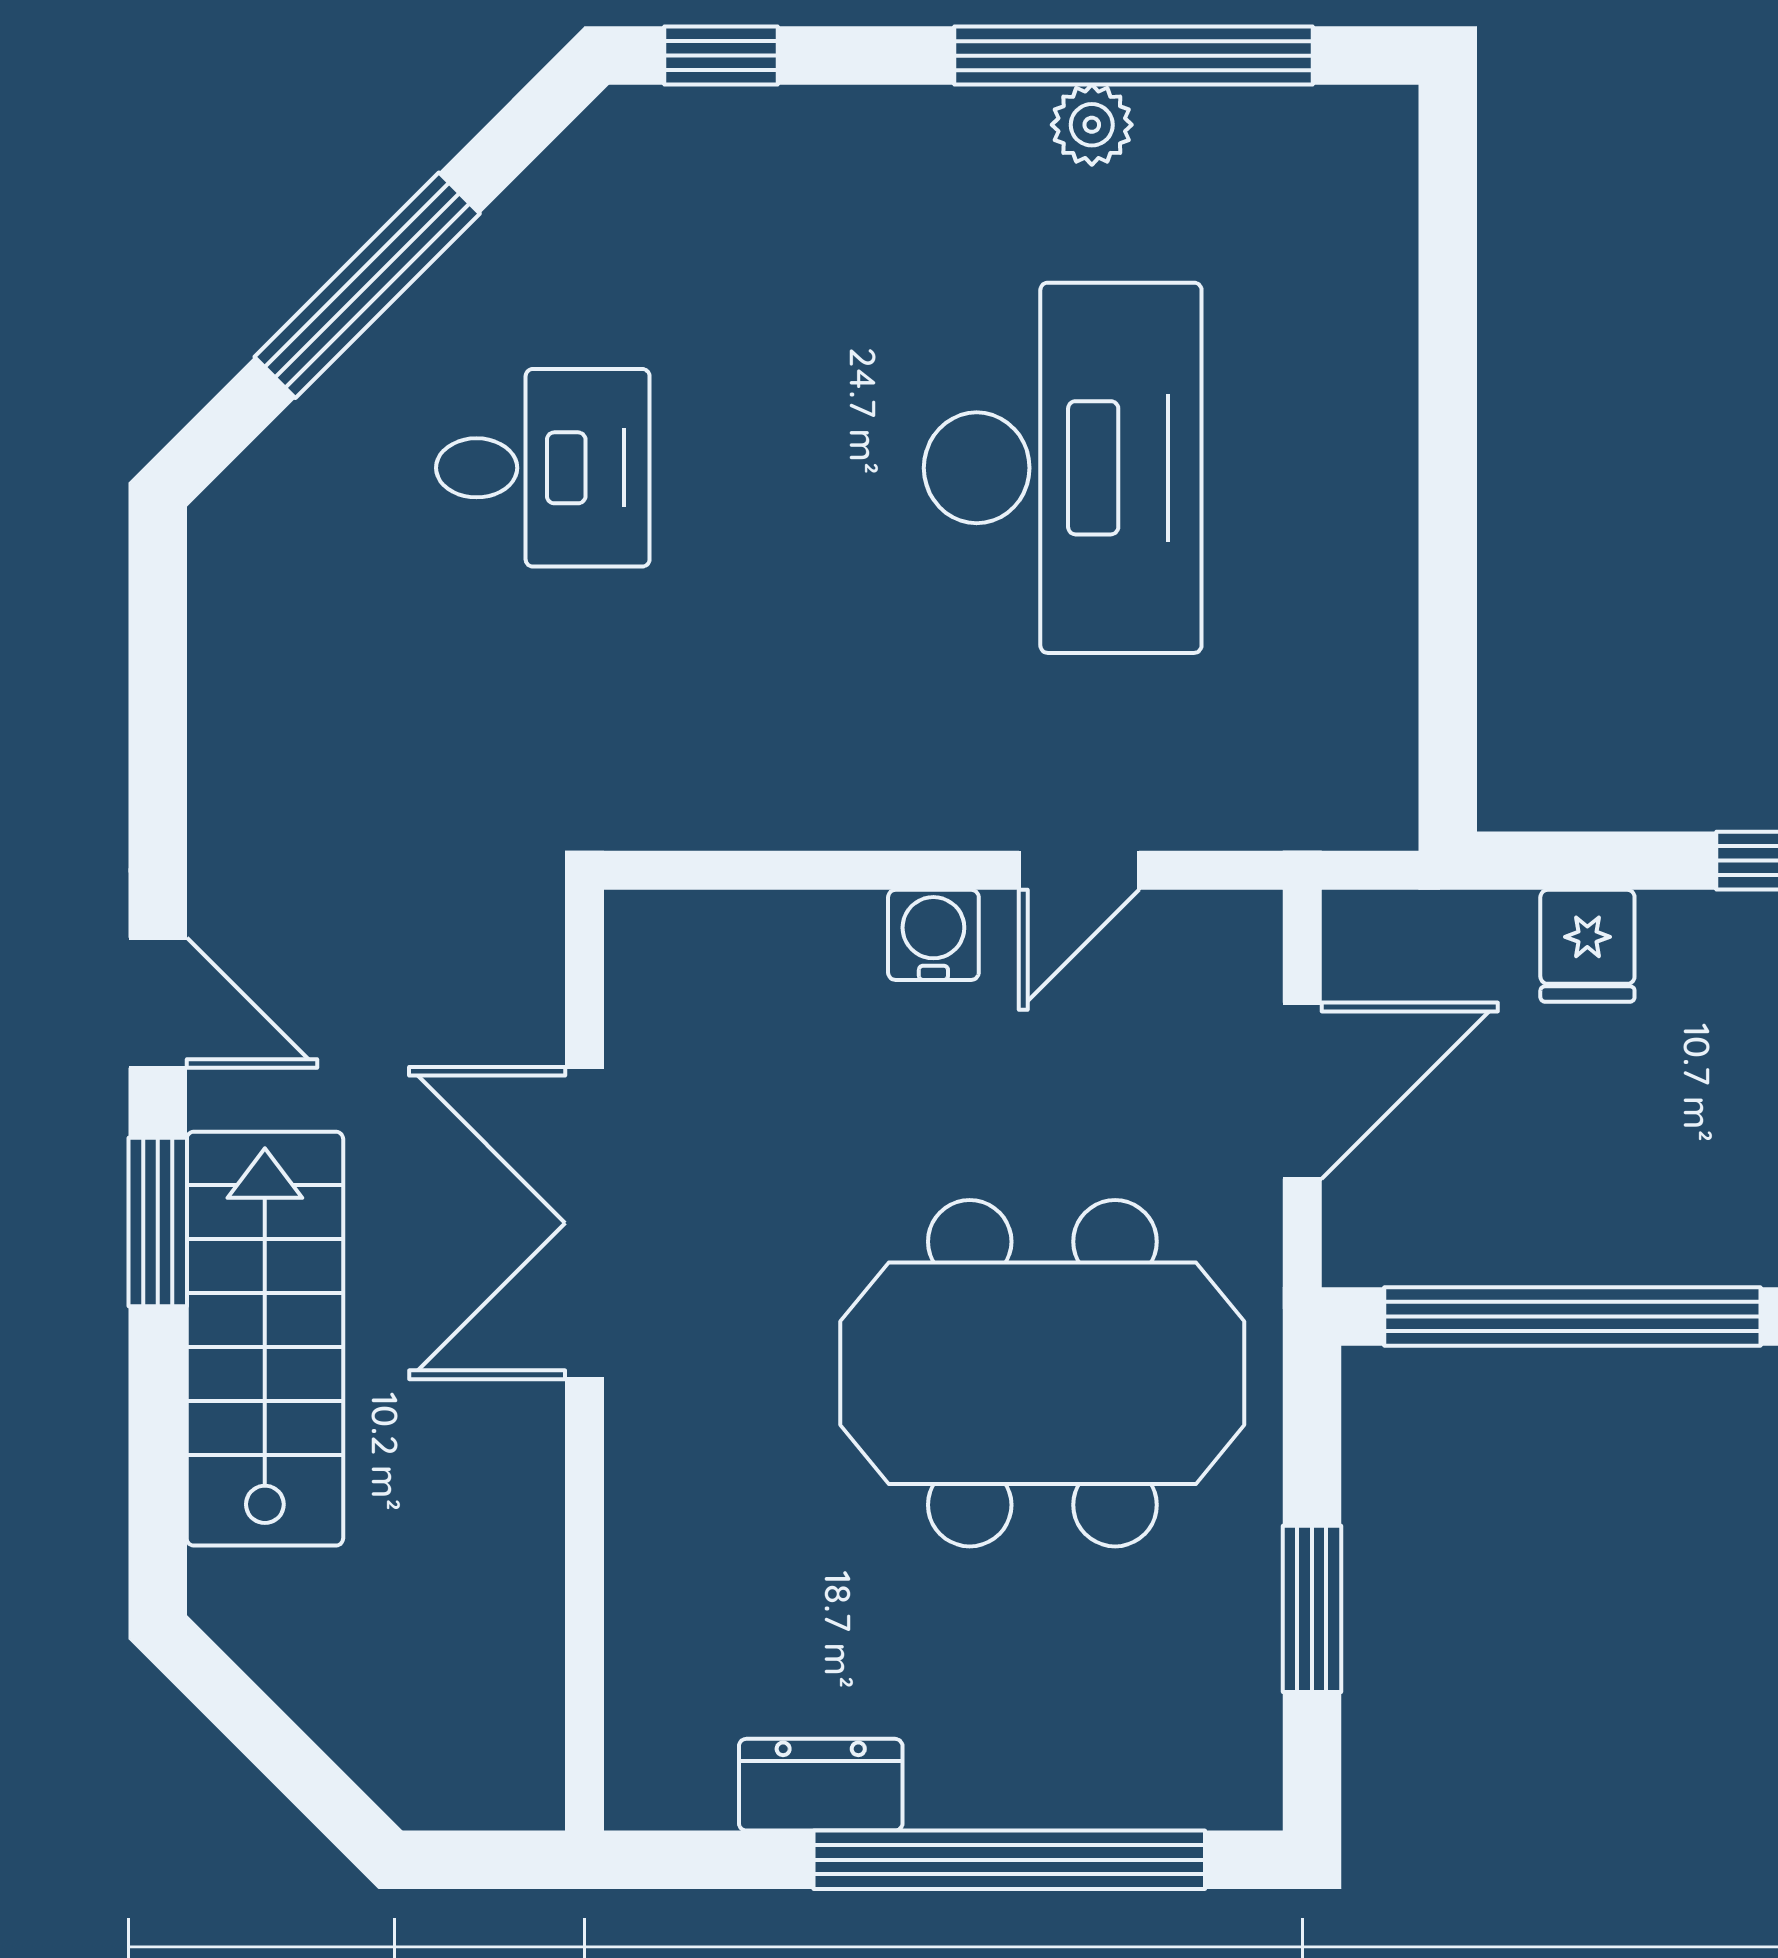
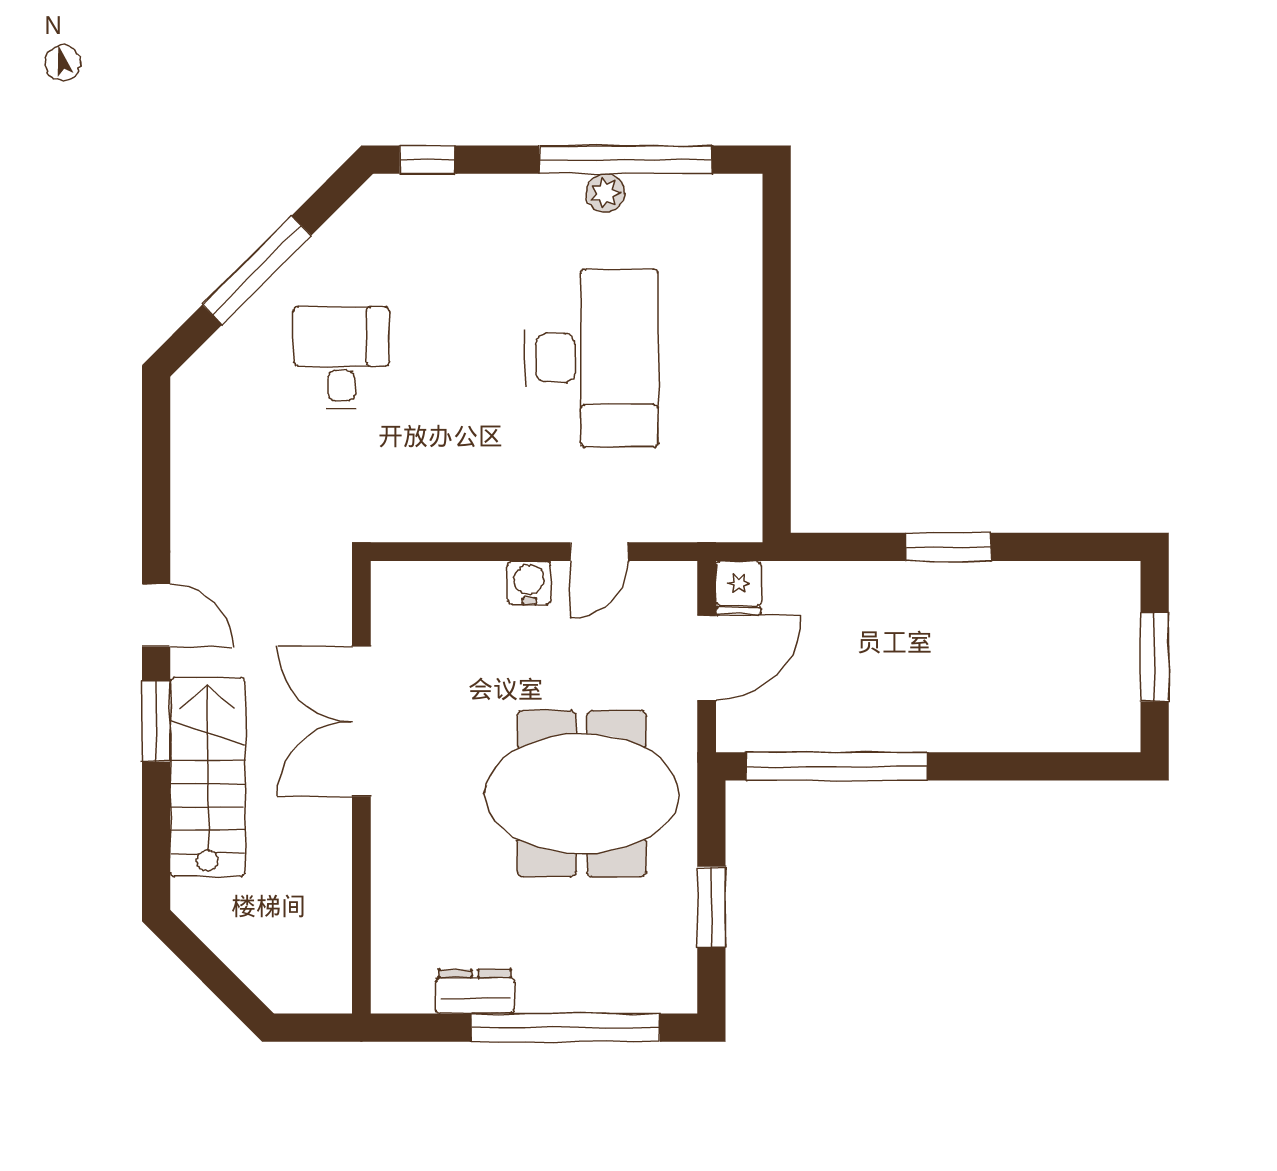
desk: (543, 468) -> (341, 358), turned -90
fridge: (1587, 946) -> (739, 588), moved

